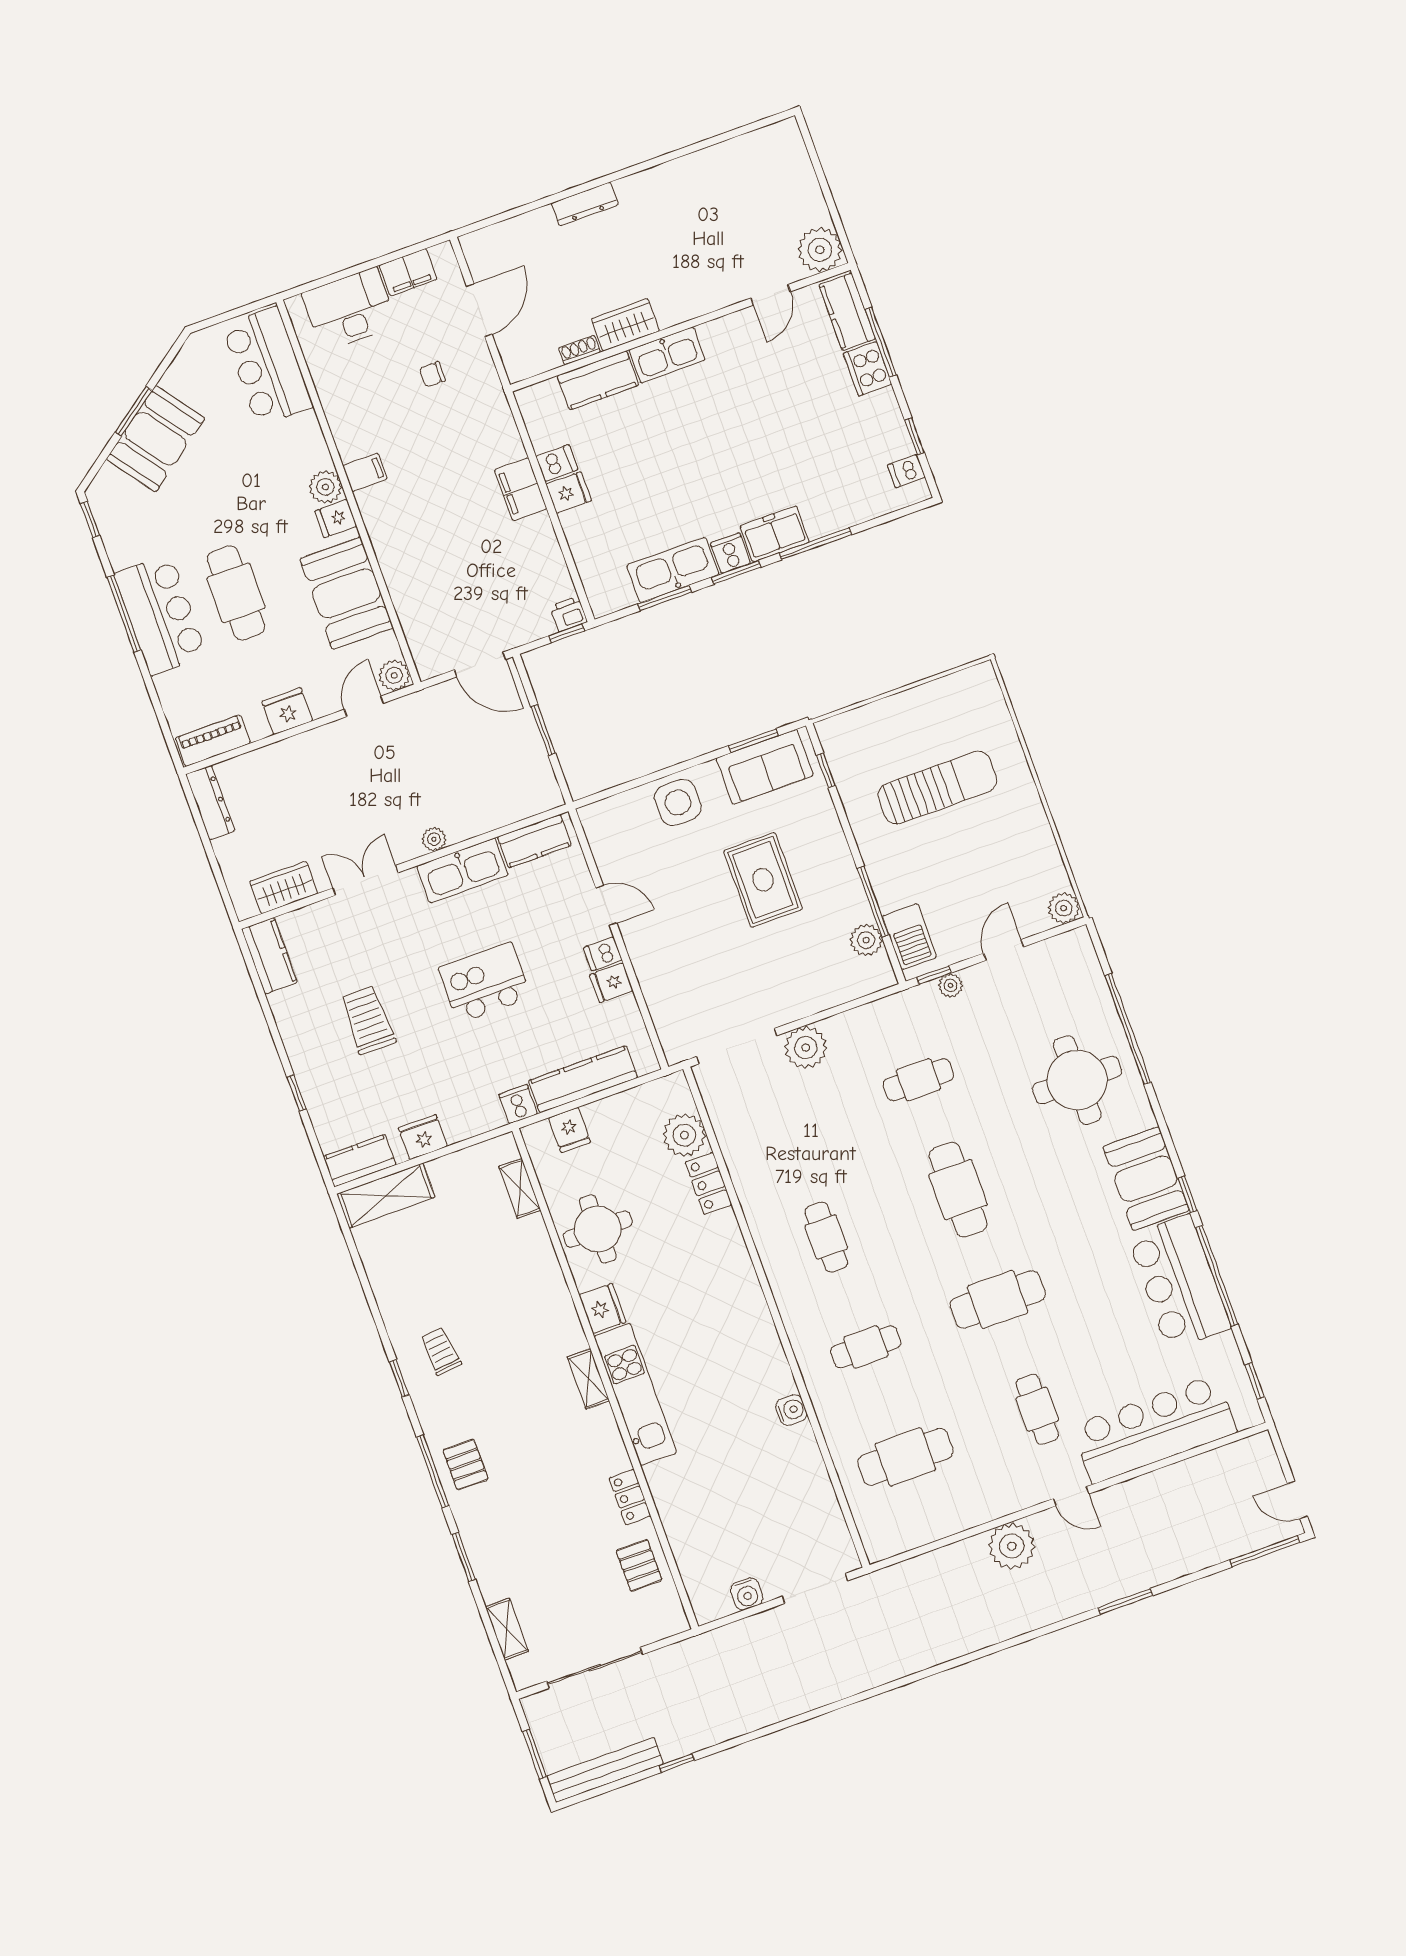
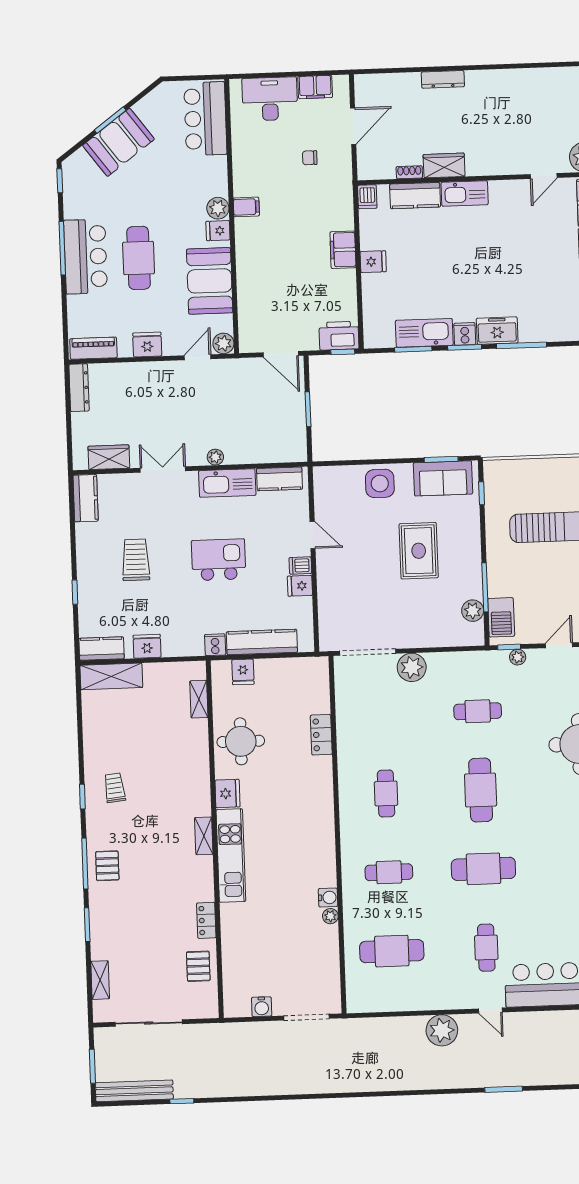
dishwasher: (557, 463) -> (367, 197), moved, turned 90
printer: (569, 614) -> (339, 336), width x1.87, depth x1.48
plant: (684, 1135) -> (330, 916), moved, width x0.53, depth x0.53

